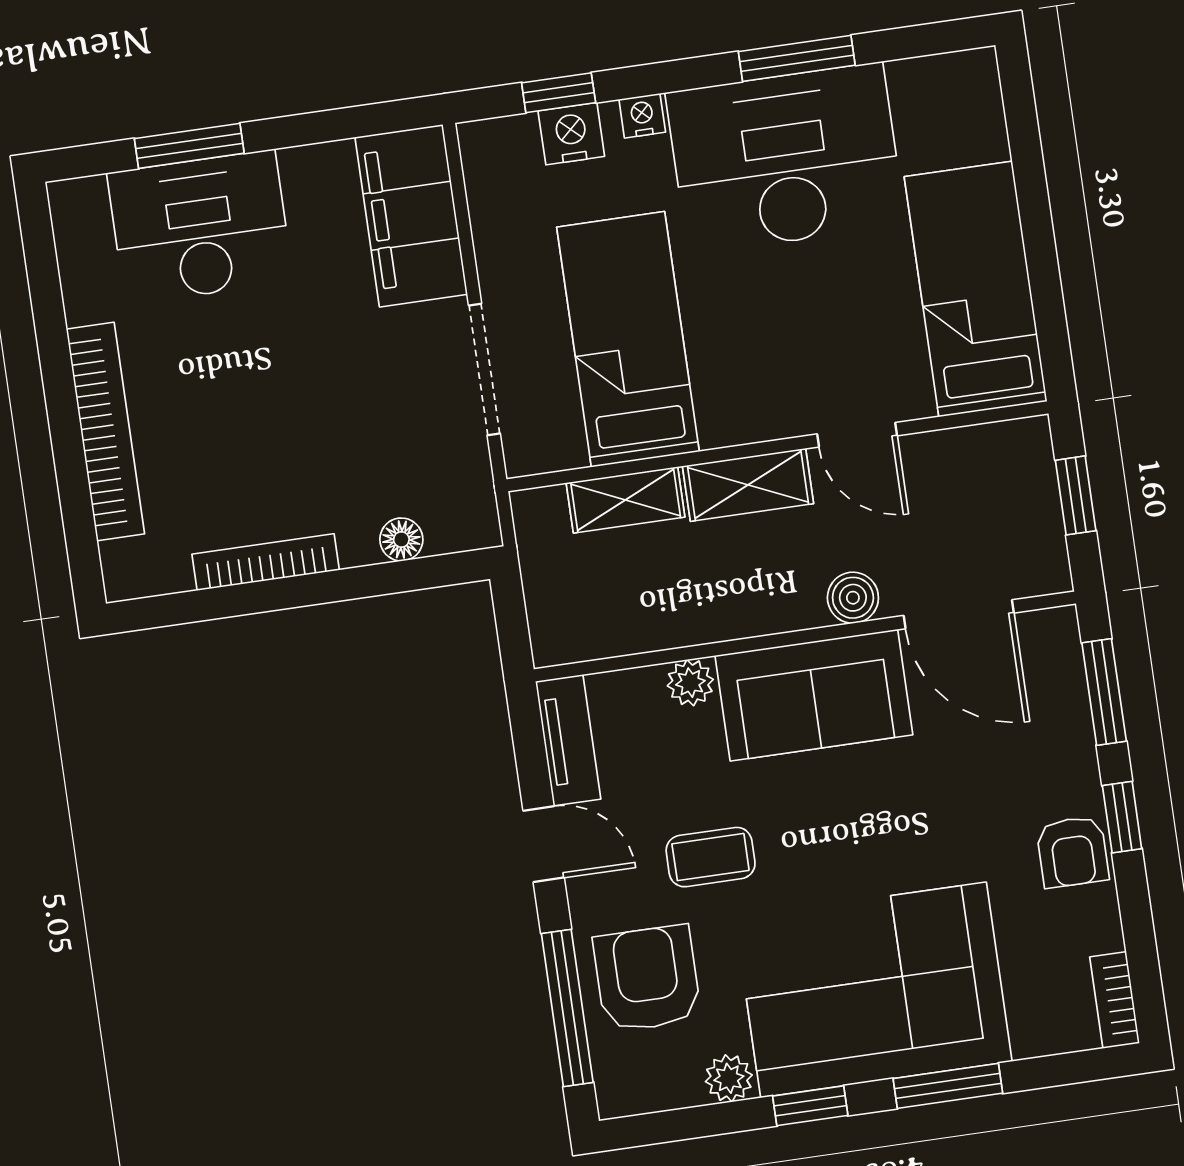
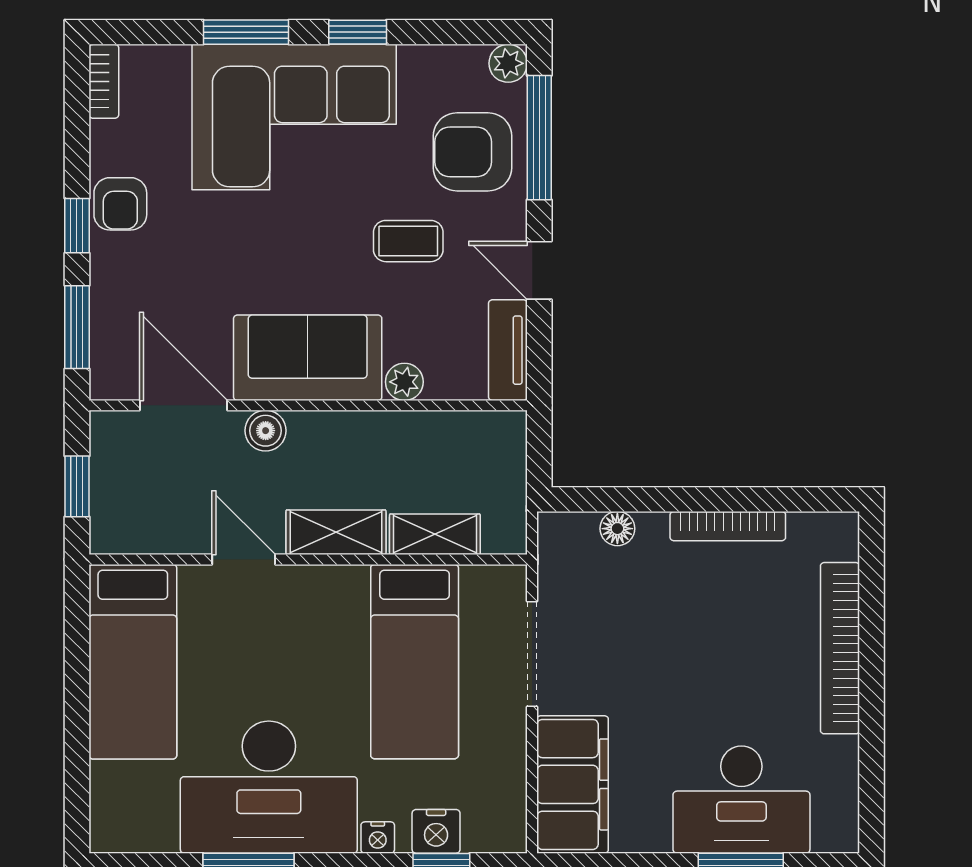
armchair: (1072, 852) -> (120, 204), turned 180
armchair: (647, 979) -> (472, 152), turned 90
plant: (729, 1078) -> (508, 63), moved

